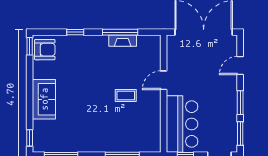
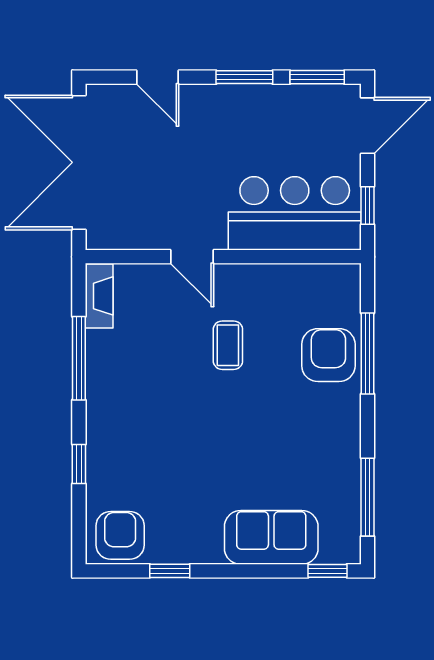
fireplace: (123, 41) -> (99, 296), moved
window: (30, 46) -> (170, 571), moved
sofa: (44, 99) -> (271, 537), moved
armchair: (122, 138) -> (328, 355), added

